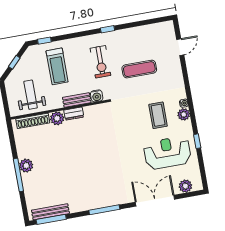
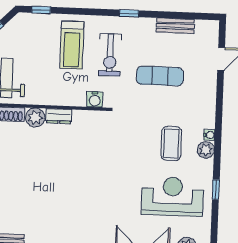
treadmill: (57, 66) -> (72, 45), moved
bench: (77, 100) -> (175, 26), moved

